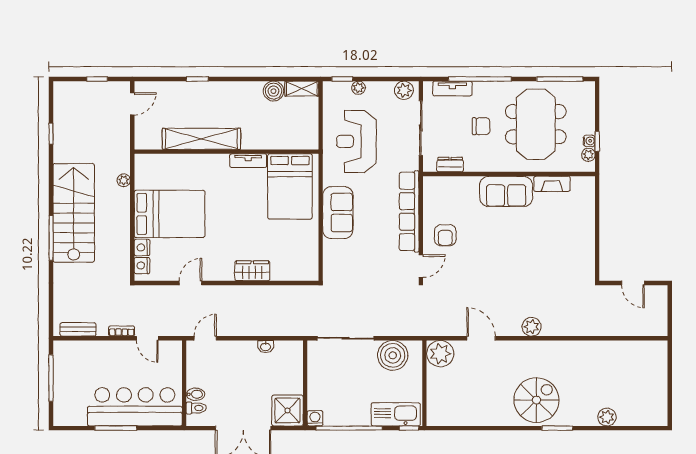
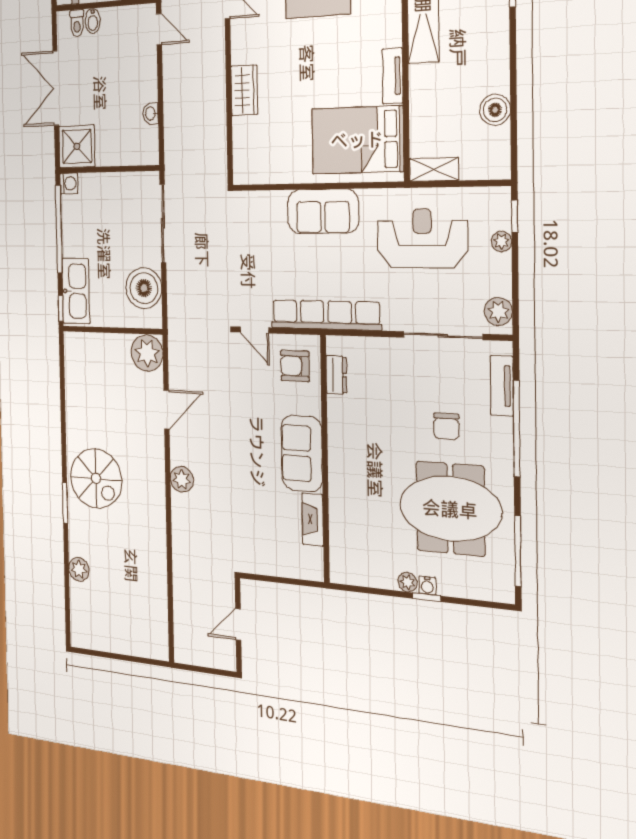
shelving: (302, 89) -> (434, 169), moved, turned 90
dresser: (450, 165) -> (336, 375), moved
wall: (509, 174) -> (325, 459), moved
fireplace: (552, 184) -> (313, 520), moved
sofa: (506, 191) -> (302, 453), moved

